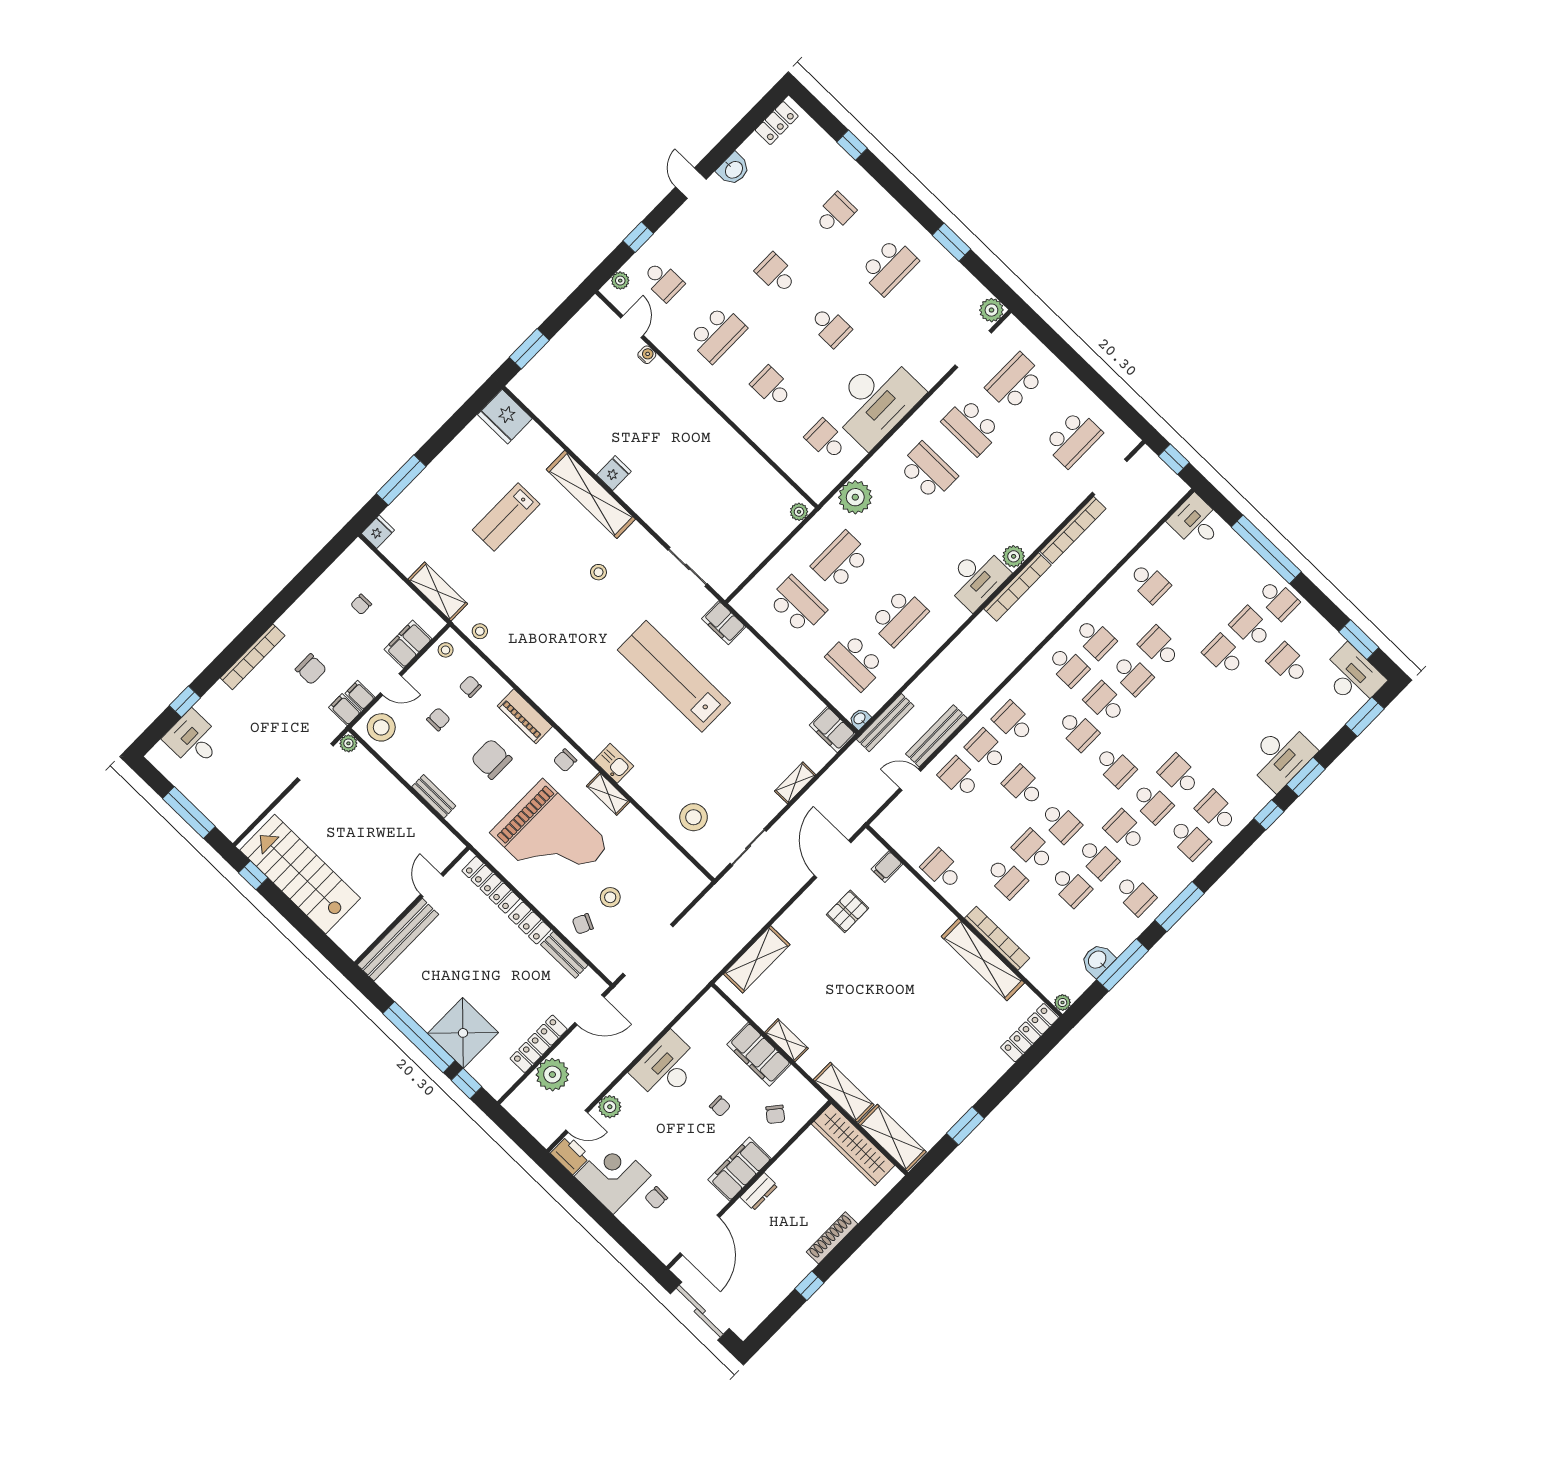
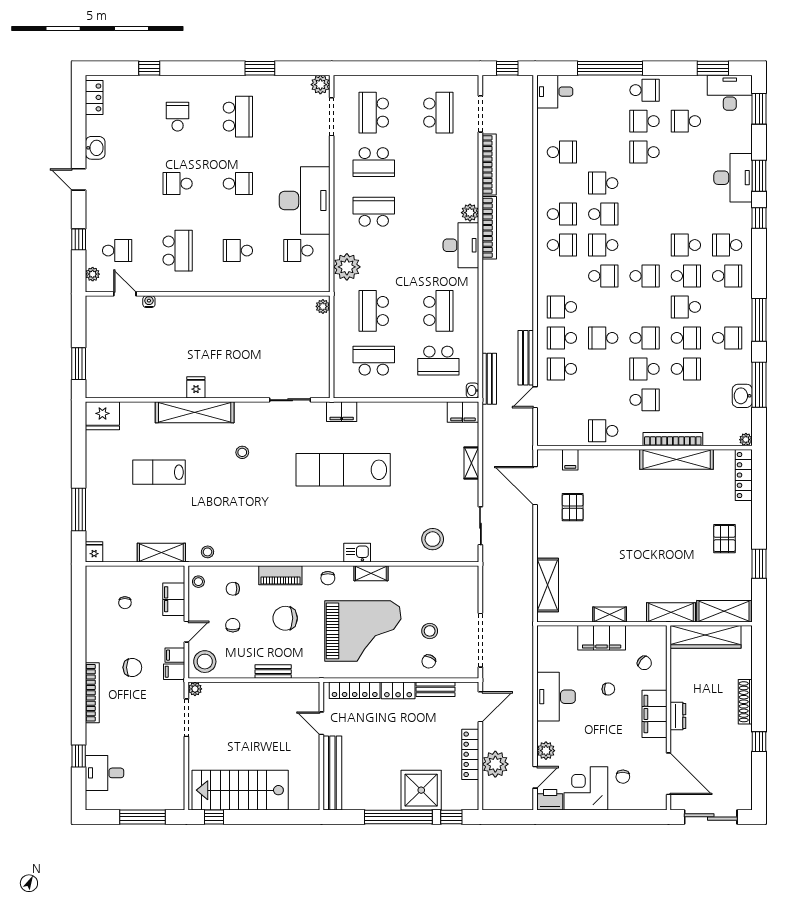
lab bench: (506, 517) -> (159, 472), turned 90
pallet: (956, 1073) -> (724, 539), added

